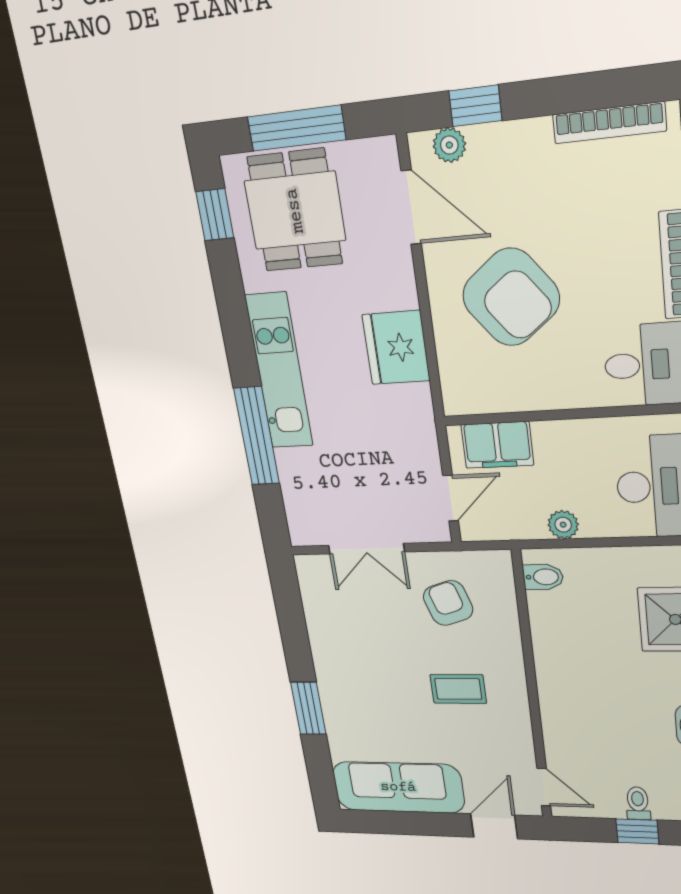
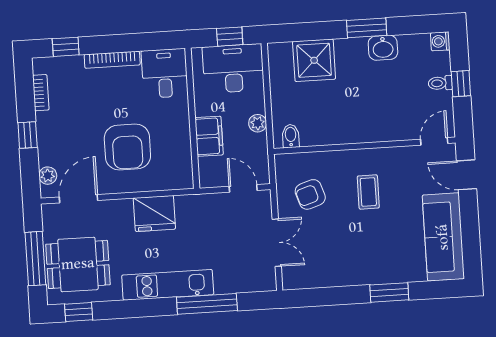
window: (475, 106) -> (28, 135), moved
bookcase: (609, 123) -> (41, 93), width x0.64
armchair: (511, 297) -> (127, 147), turned 128
filing cabinet: (497, 445) -> (209, 136), moved

